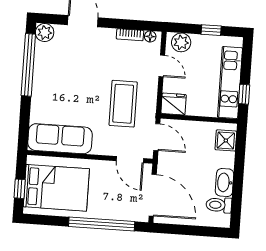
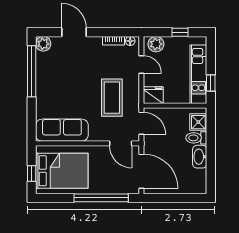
toilet: (219, 205) -> (196, 138), moved

